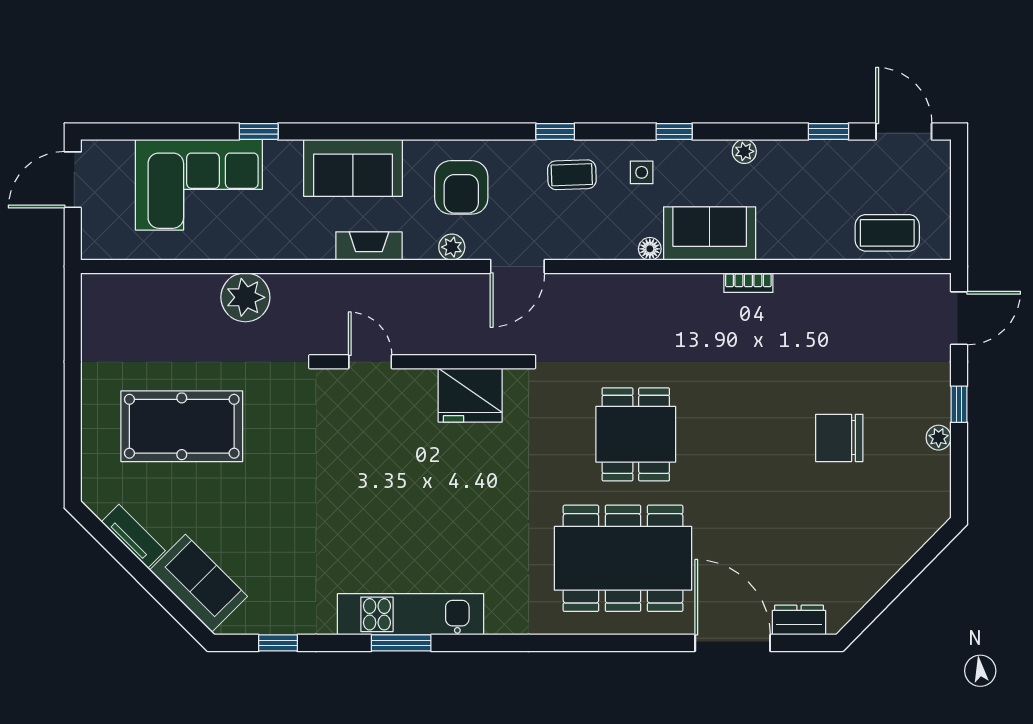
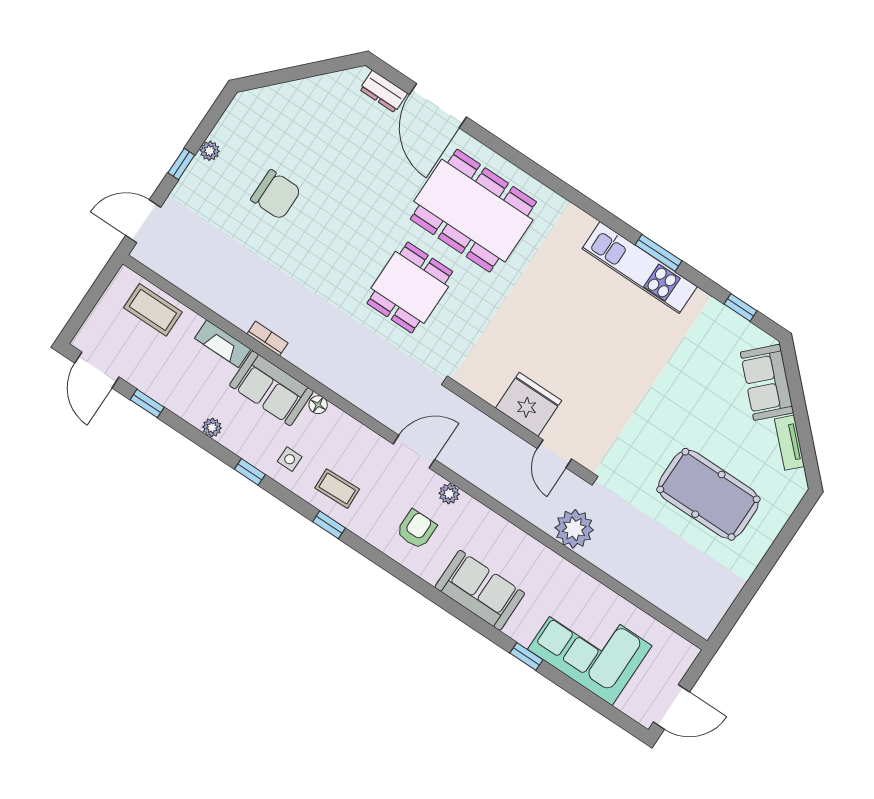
armchair: (461, 187) -> (416, 529), width x0.72, depth x0.72
fireplace: (369, 246) -> (223, 344), moved
plant: (245, 297) -> (574, 529), moved
fridge: (470, 395) -> (529, 404), moved

